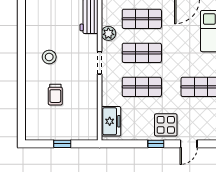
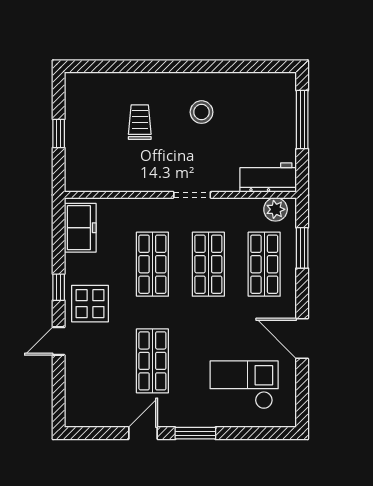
plant: (108, 33) -> (276, 209), moved
trolley: (55, 95) -> (140, 122), turned 90
freezer: (111, 121) -> (80, 228), moved, turned -90
door: (189, 144) -> (59, 341), hinge flipped

